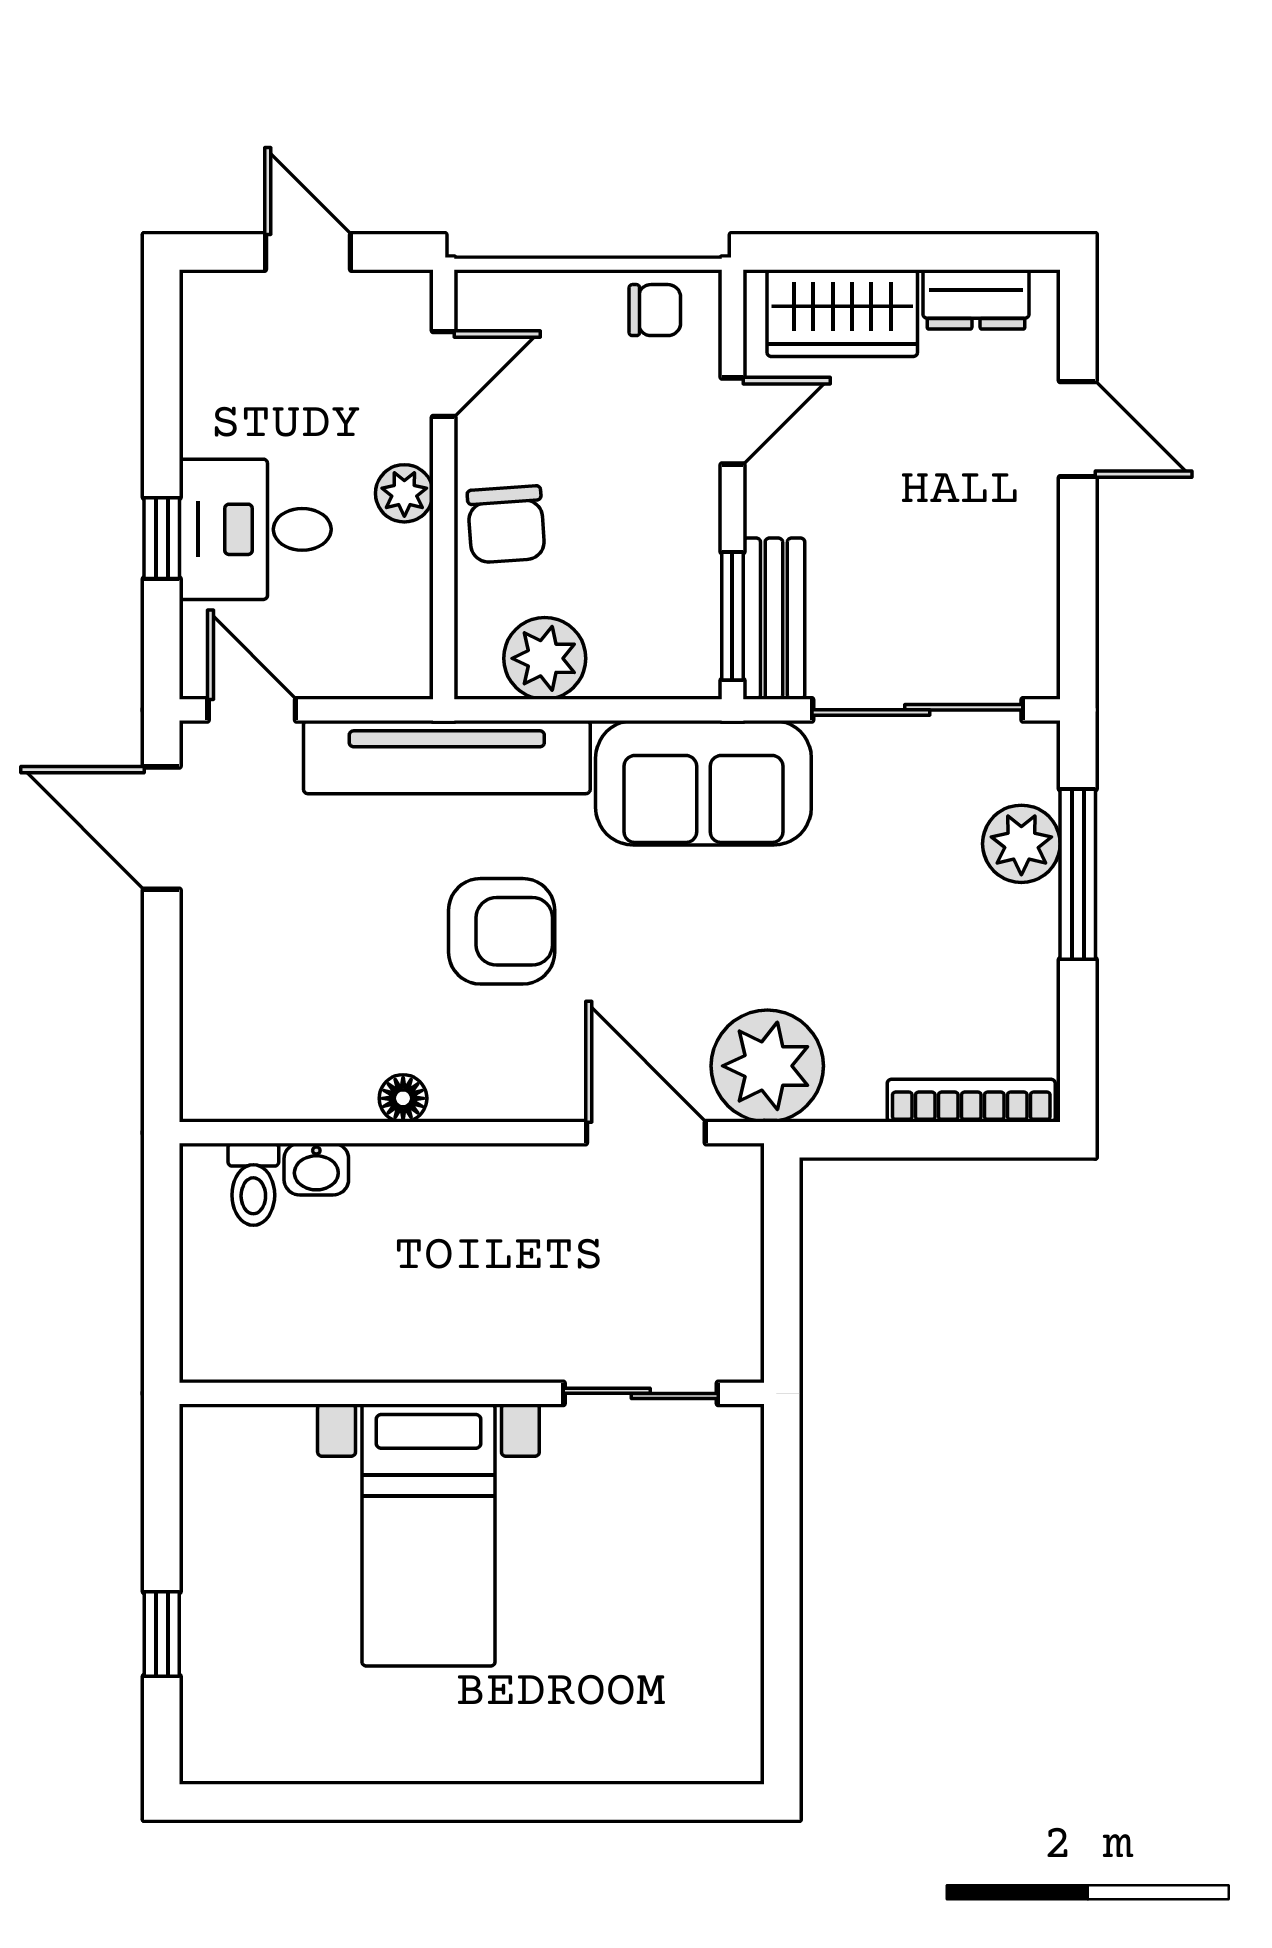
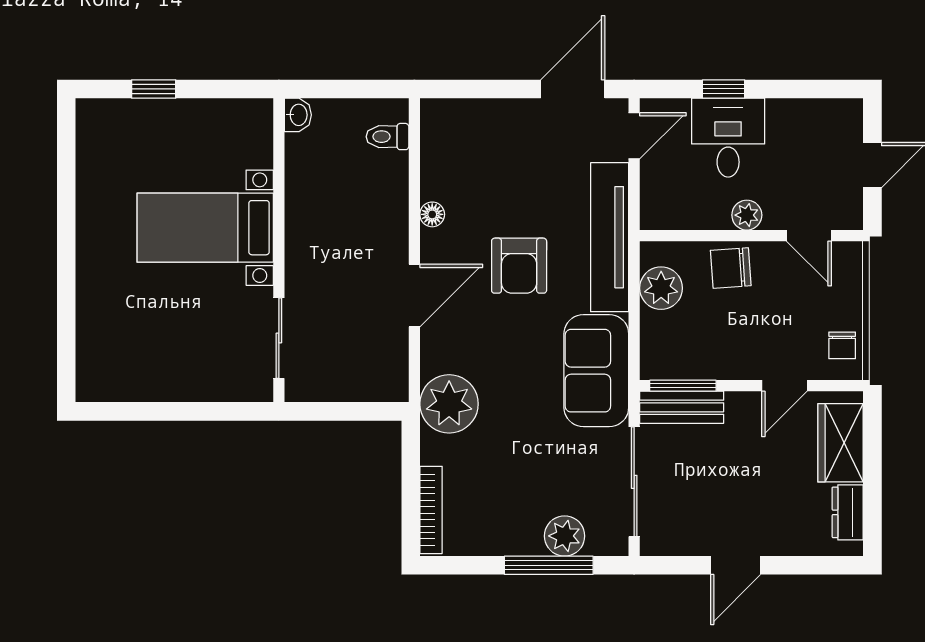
door: (732, 421) -> (784, 386), hinge flipped
door: (1078, 429) -> (736, 565), moved
door: (646, 1133) -> (414, 296), moved
washbasin: (316, 1169) -> (298, 115), moved, turned 180

